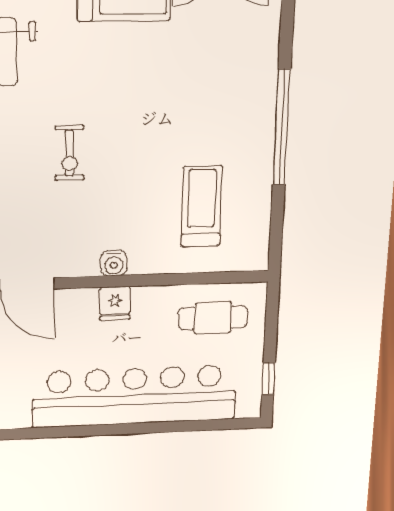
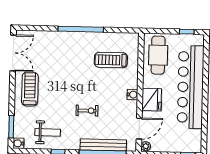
fridge: (115, 303) -> (152, 100), width x1.88, depth x1.34
cafe table: (213, 318) -> (158, 55), width x1.37, depth x1.35

